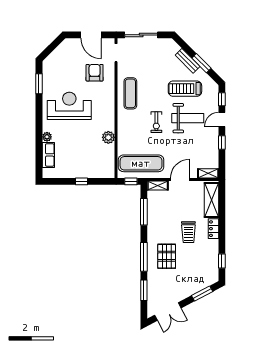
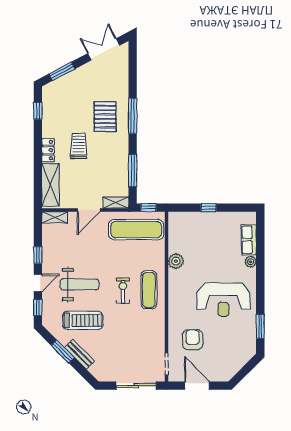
armchair: (95, 73) -> (193, 340), turned 180
exercise mat: (130, 93) -> (149, 290), moved
weight bench: (188, 118) -> (79, 284), turned 180
exercise bike: (156, 122) -> (123, 291), moved
window: (144, 290) -> (133, 75), removed

